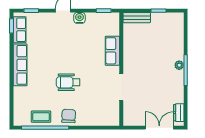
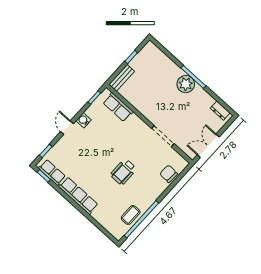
row of seats: (112, 51) -> (118, 107), moved
plant: (179, 65) -> (186, 84), width x1.88, depth x1.88
chair: (69, 116) -> (169, 174), moved
double door: (159, 128) -> (208, 146), moved

